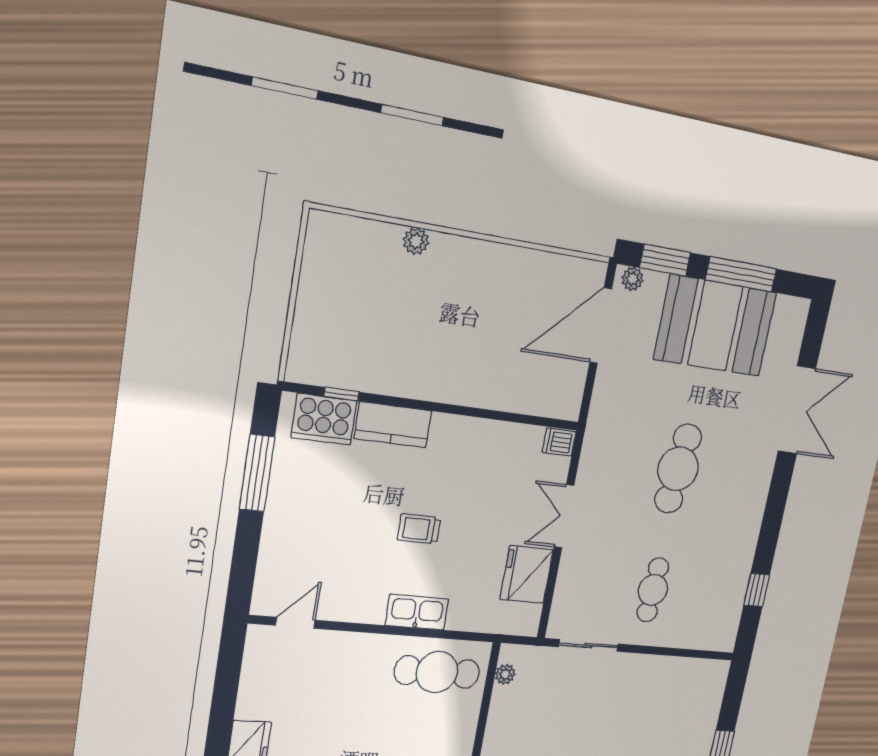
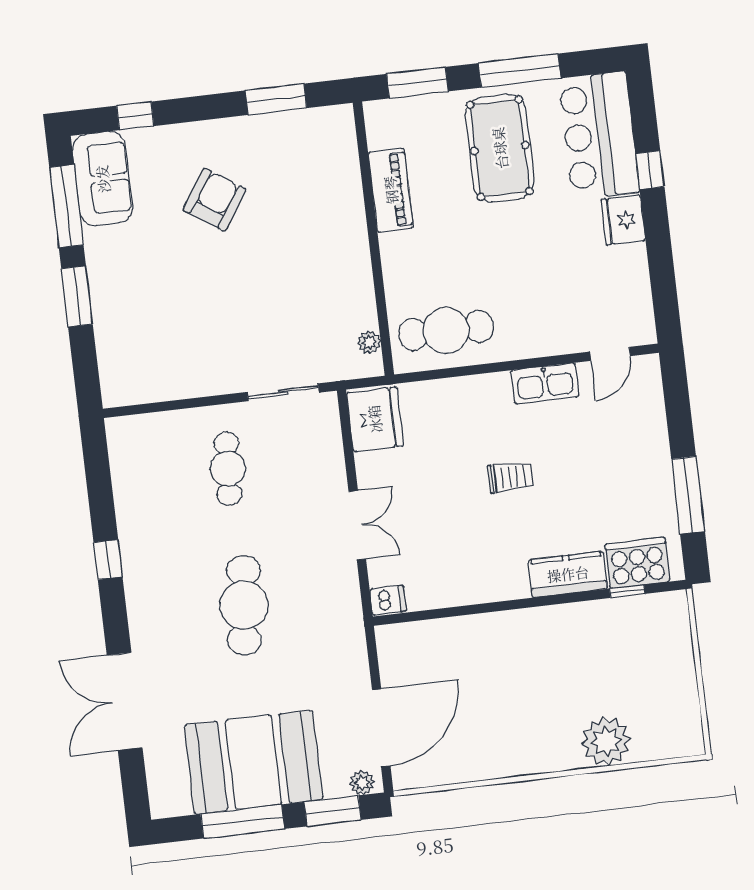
plant: (416, 241) -> (606, 741), width x1.87, depth x1.87
fridge: (527, 574) -> (375, 419), moved
window: (757, 590) -> (108, 560), moved
kitchen sink: (417, 612) -> (545, 383), moved

